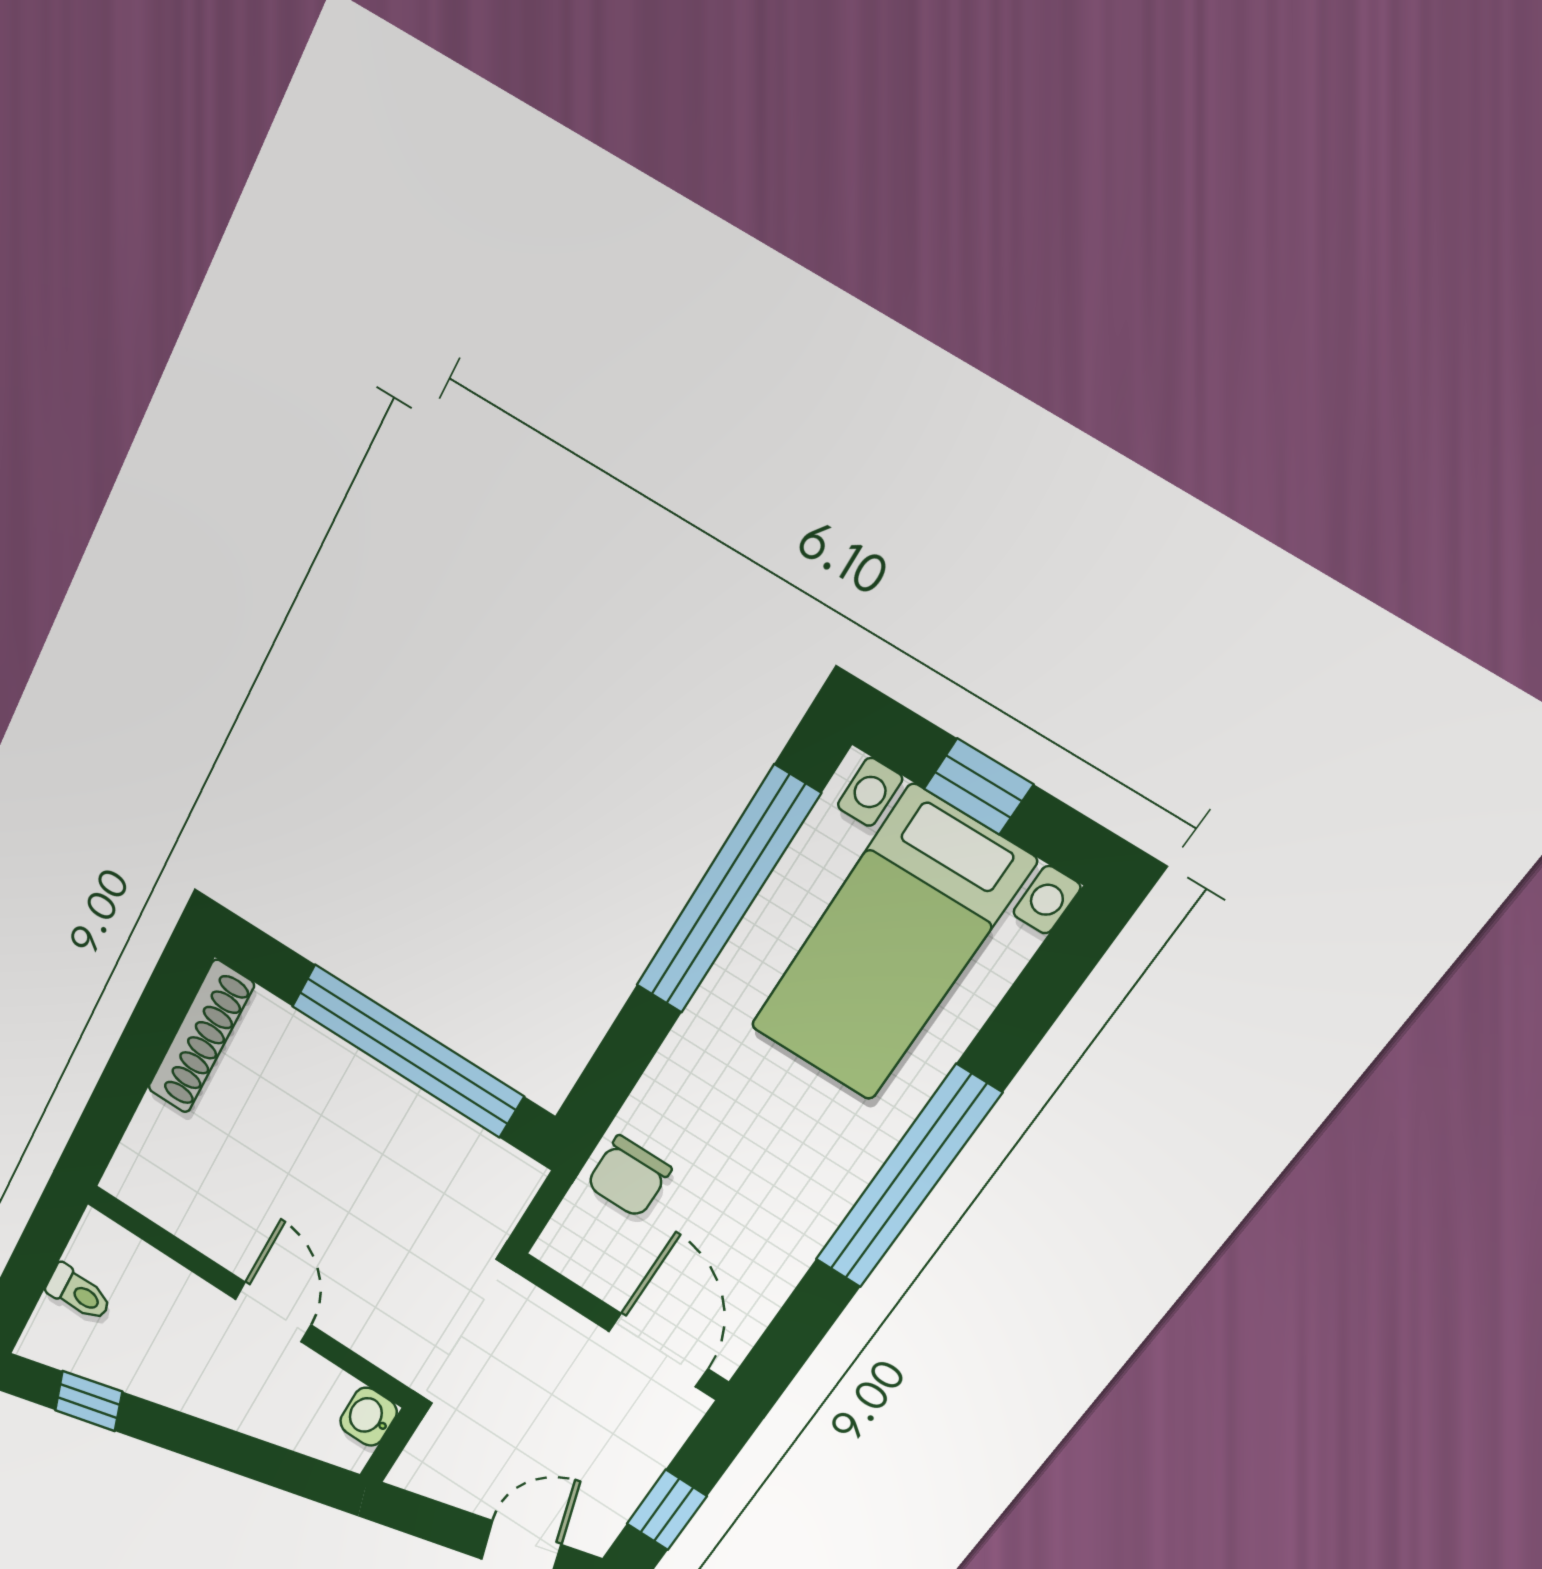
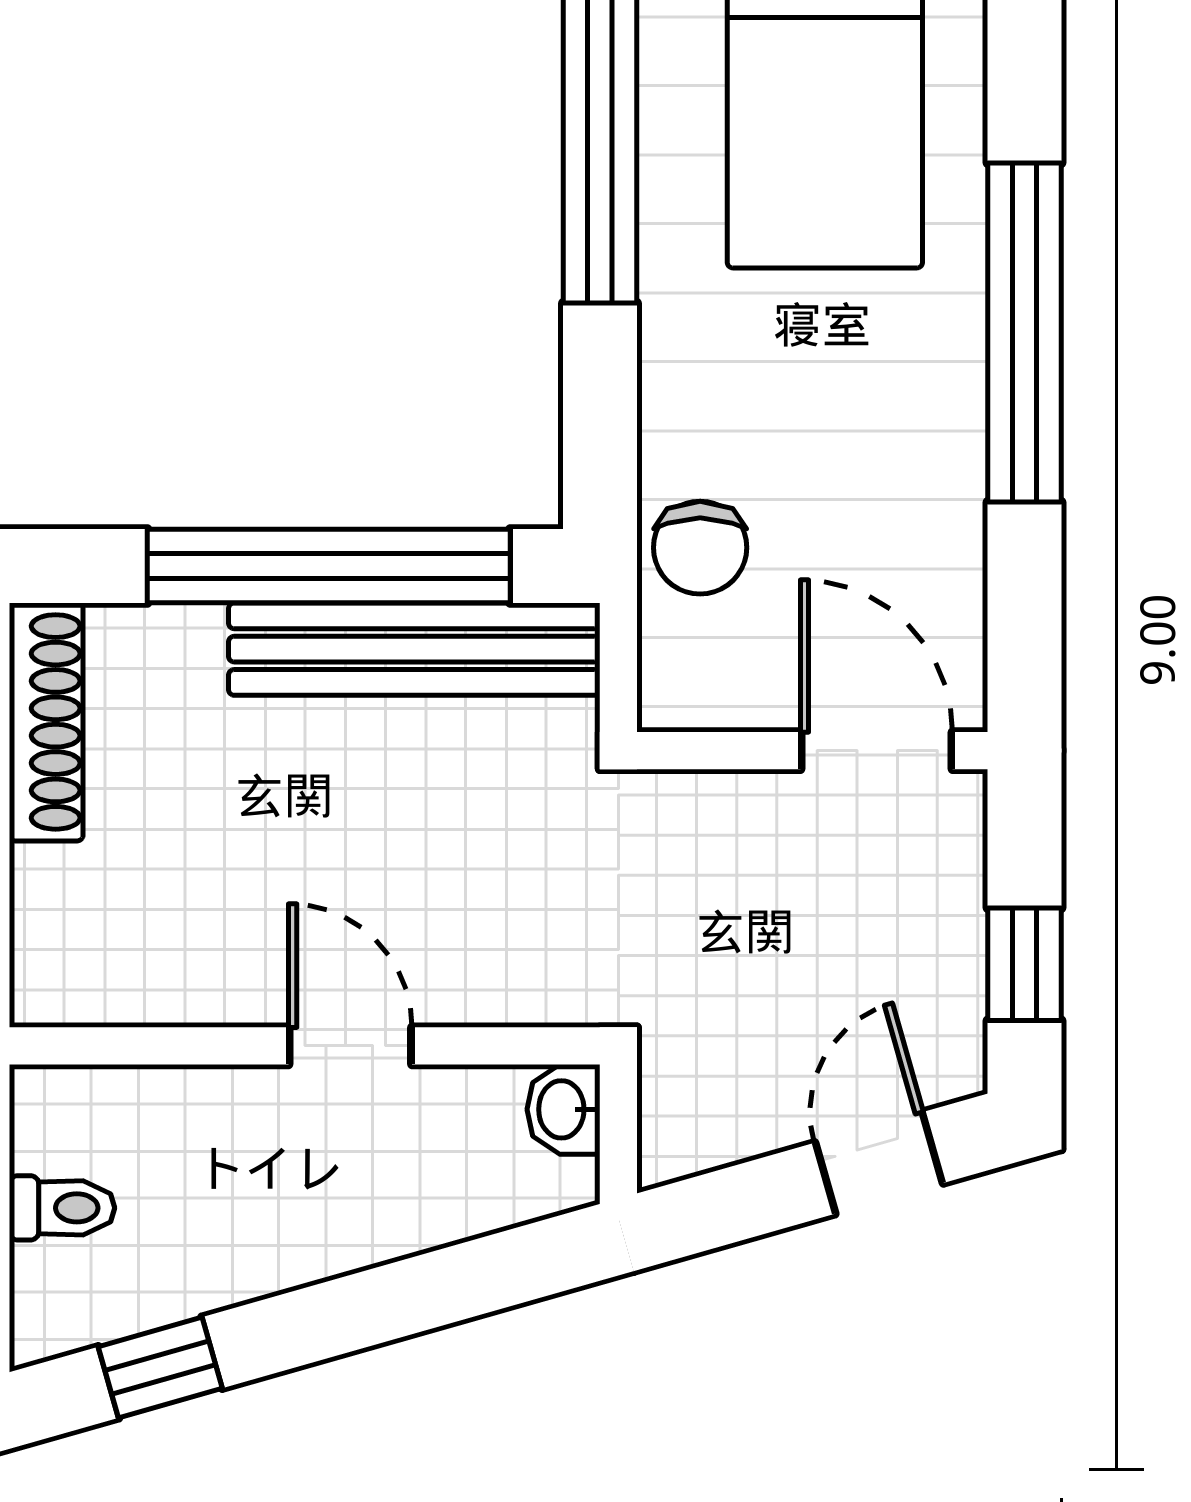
bench: (429, 1128) -> (414, 649), added

